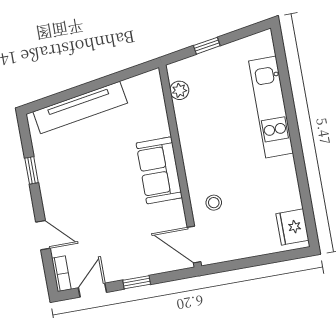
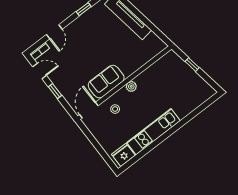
plant: (179, 90) -> (131, 86), moved
kitchen unit: (271, 107) -> (154, 132), moved
sofa: (159, 170) -> (106, 82), moved

